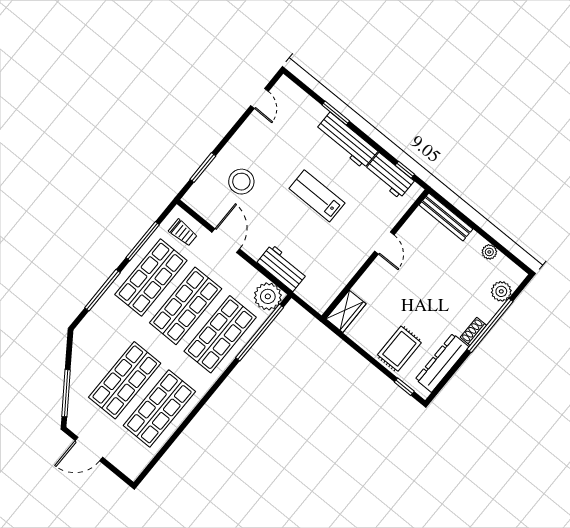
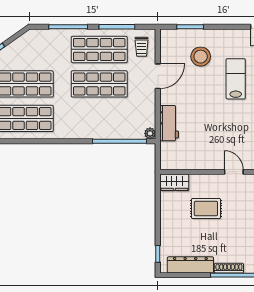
lab bench: (317, 196) -> (236, 79), moved
door: (384, 243) -> (234, 172), swing flipped
plant: (268, 296) -> (150, 133), width x0.53, depth x0.53
shoe rack: (473, 331) -> (229, 268), width x1.43
shop shelf: (220, 334) -> (99, 118), removed
rug: (399, 349) -> (206, 208), moved

